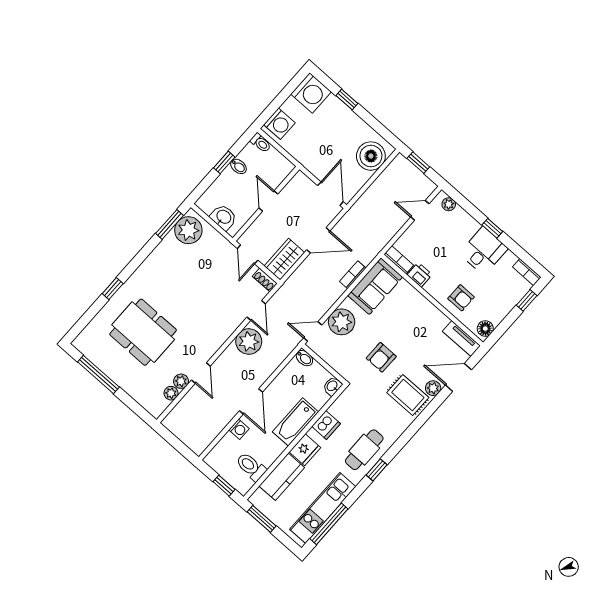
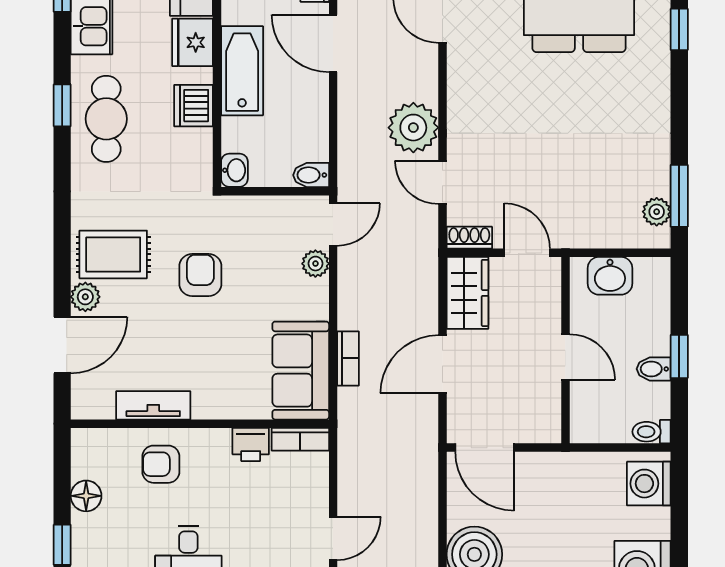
plant: (188, 230) -> (657, 212), width x0.53, depth x0.53
plant: (342, 322) -> (315, 264), width x0.53, depth x0.53
floor lamp: (485, 329) -> (86, 496), moved
tv unit: (461, 339) -> (153, 405), moved

